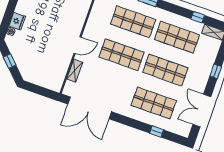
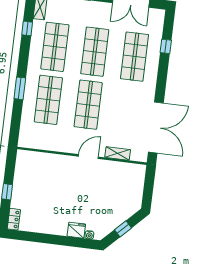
door: (77, 45) -> (88, 157), hinge flipped

